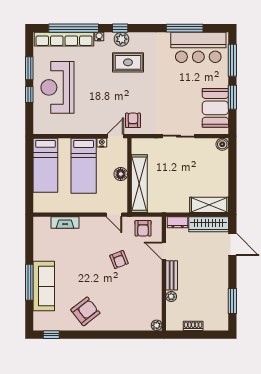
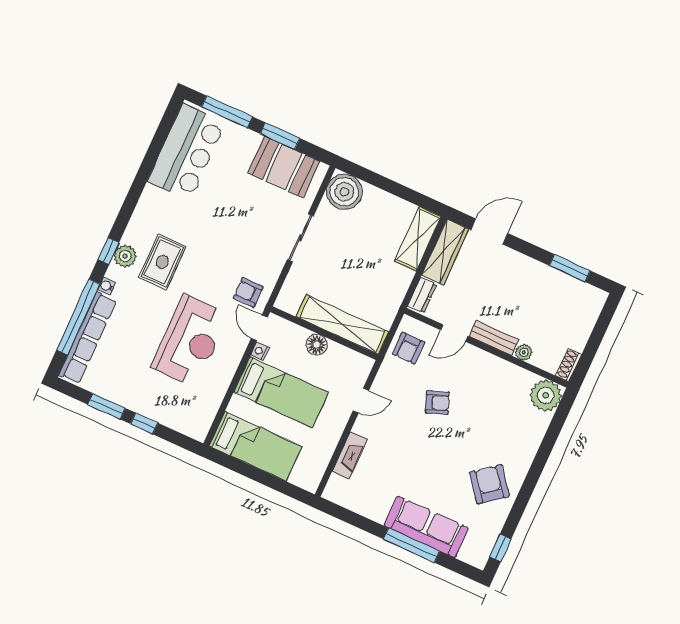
window: (185, 28) -> (150, 159), removed
reception desk: (57, 87) -> (190, 341), moved, turned -90
boiler: (222, 144) -> (344, 192), width x1.86, depth x1.86
door: (114, 215) -> (361, 401), moved
armchair: (143, 228) -> (408, 348), turned 90
plant: (157, 325) -> (546, 395), width x1.87, depth x1.87
shoe rack: (193, 326) -> (569, 365), moved

